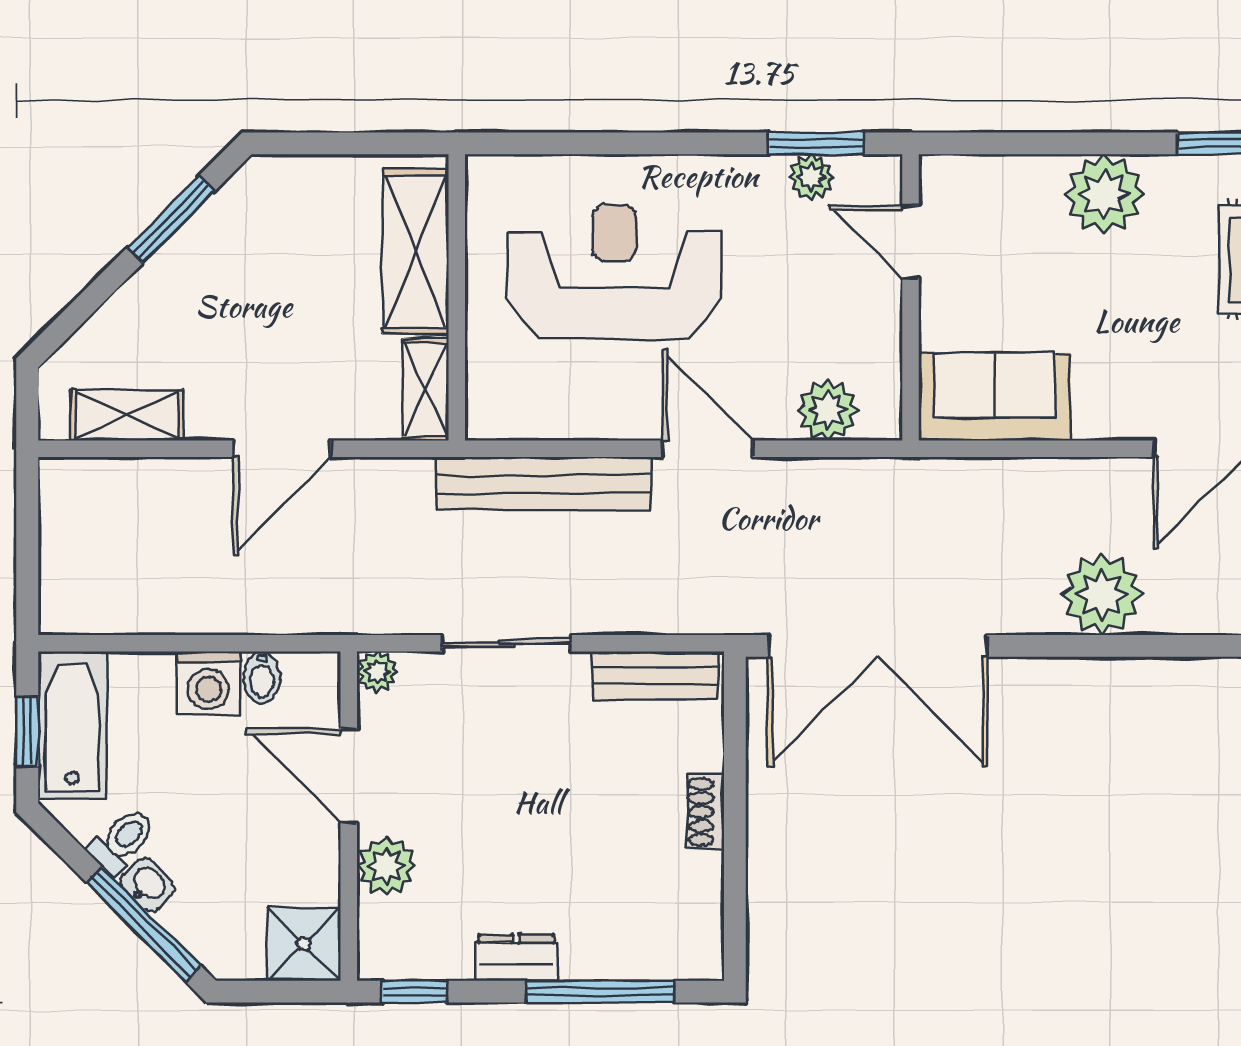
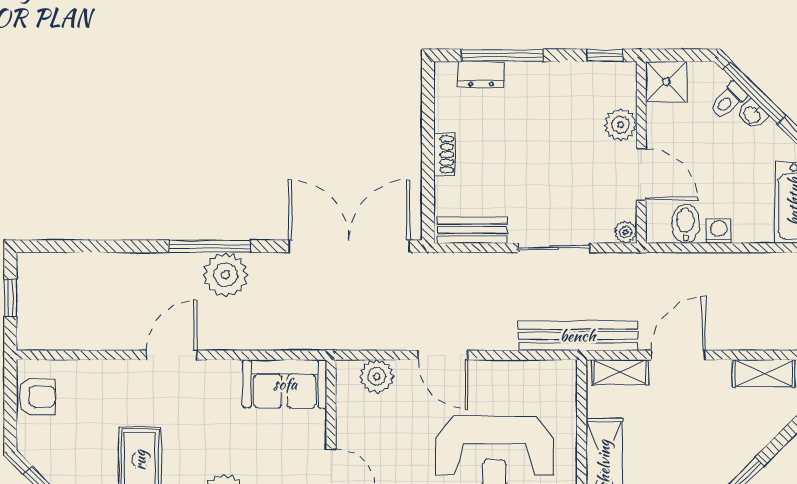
shelving: (426, 390) -> (620, 372), moved, turned 90
bench: (543, 484) -> (578, 336), moved
window: (1131, 646) -> (210, 246), added
bidet: (262, 677) -> (685, 224), width x1.38, depth x1.36
washing machine: (208, 683) -> (719, 231), width x0.73, depth x0.73
toilet: (122, 841) -> (728, 100), moved
dresser: (516, 958) -> (481, 74), moved

